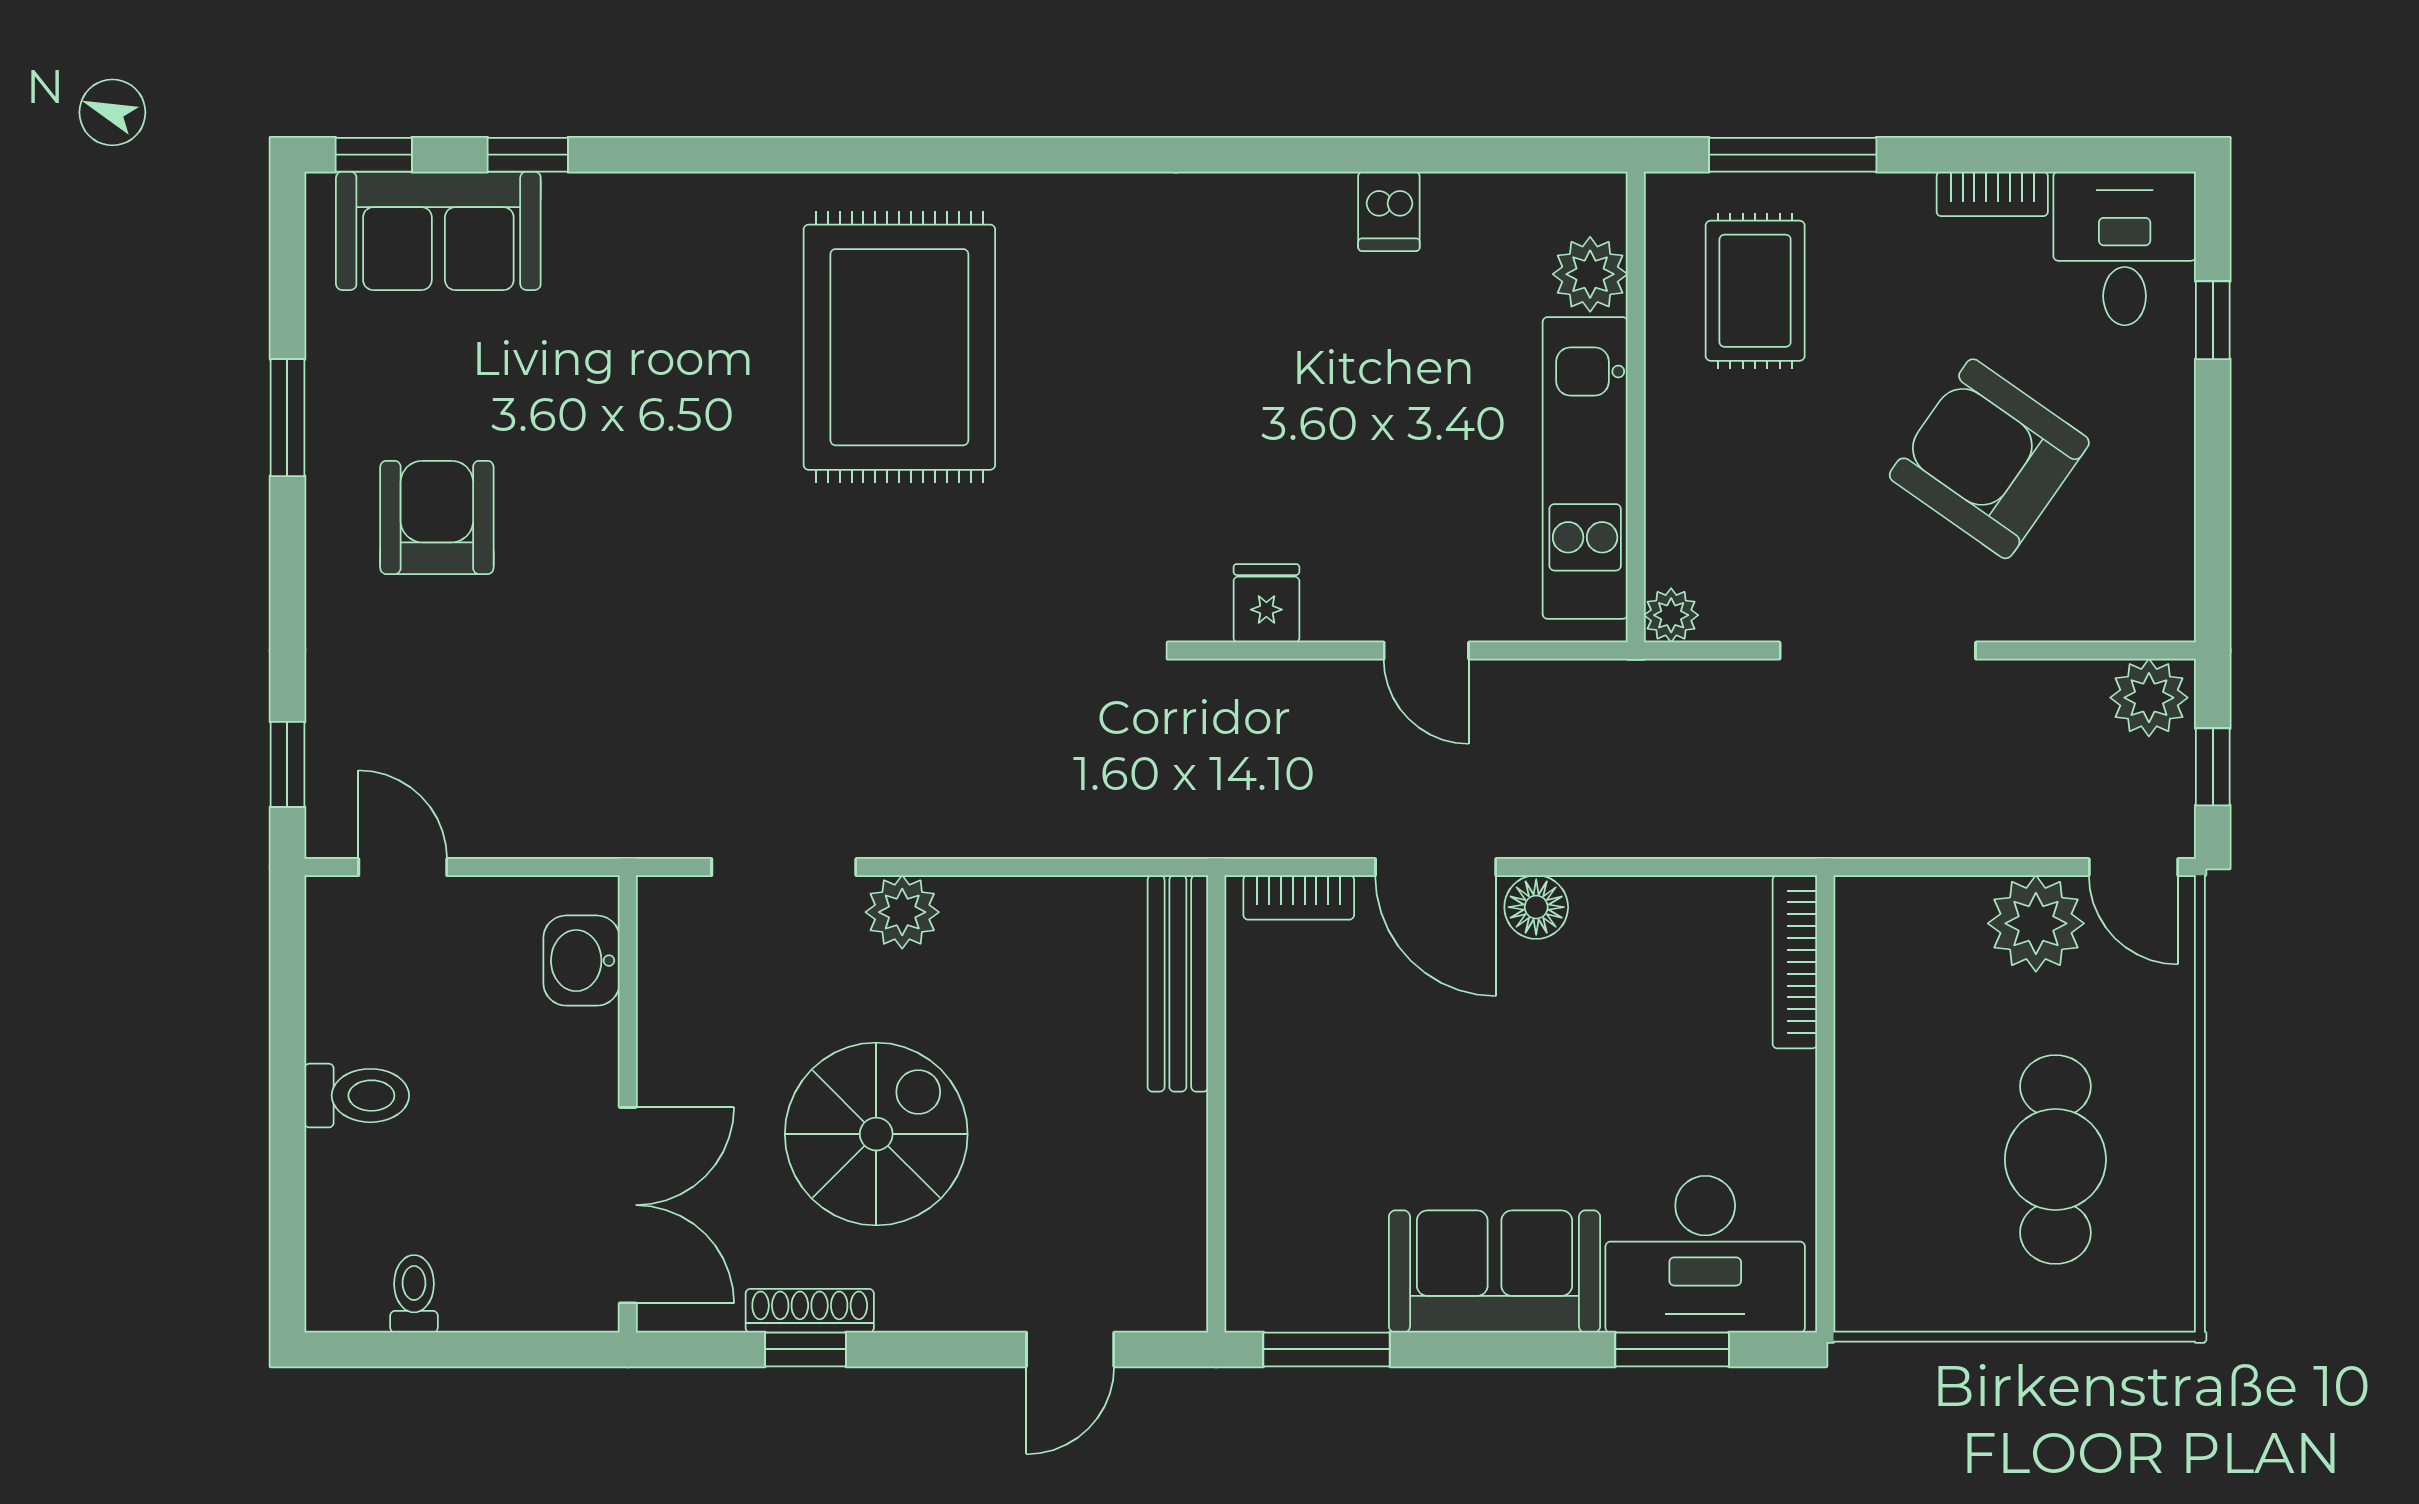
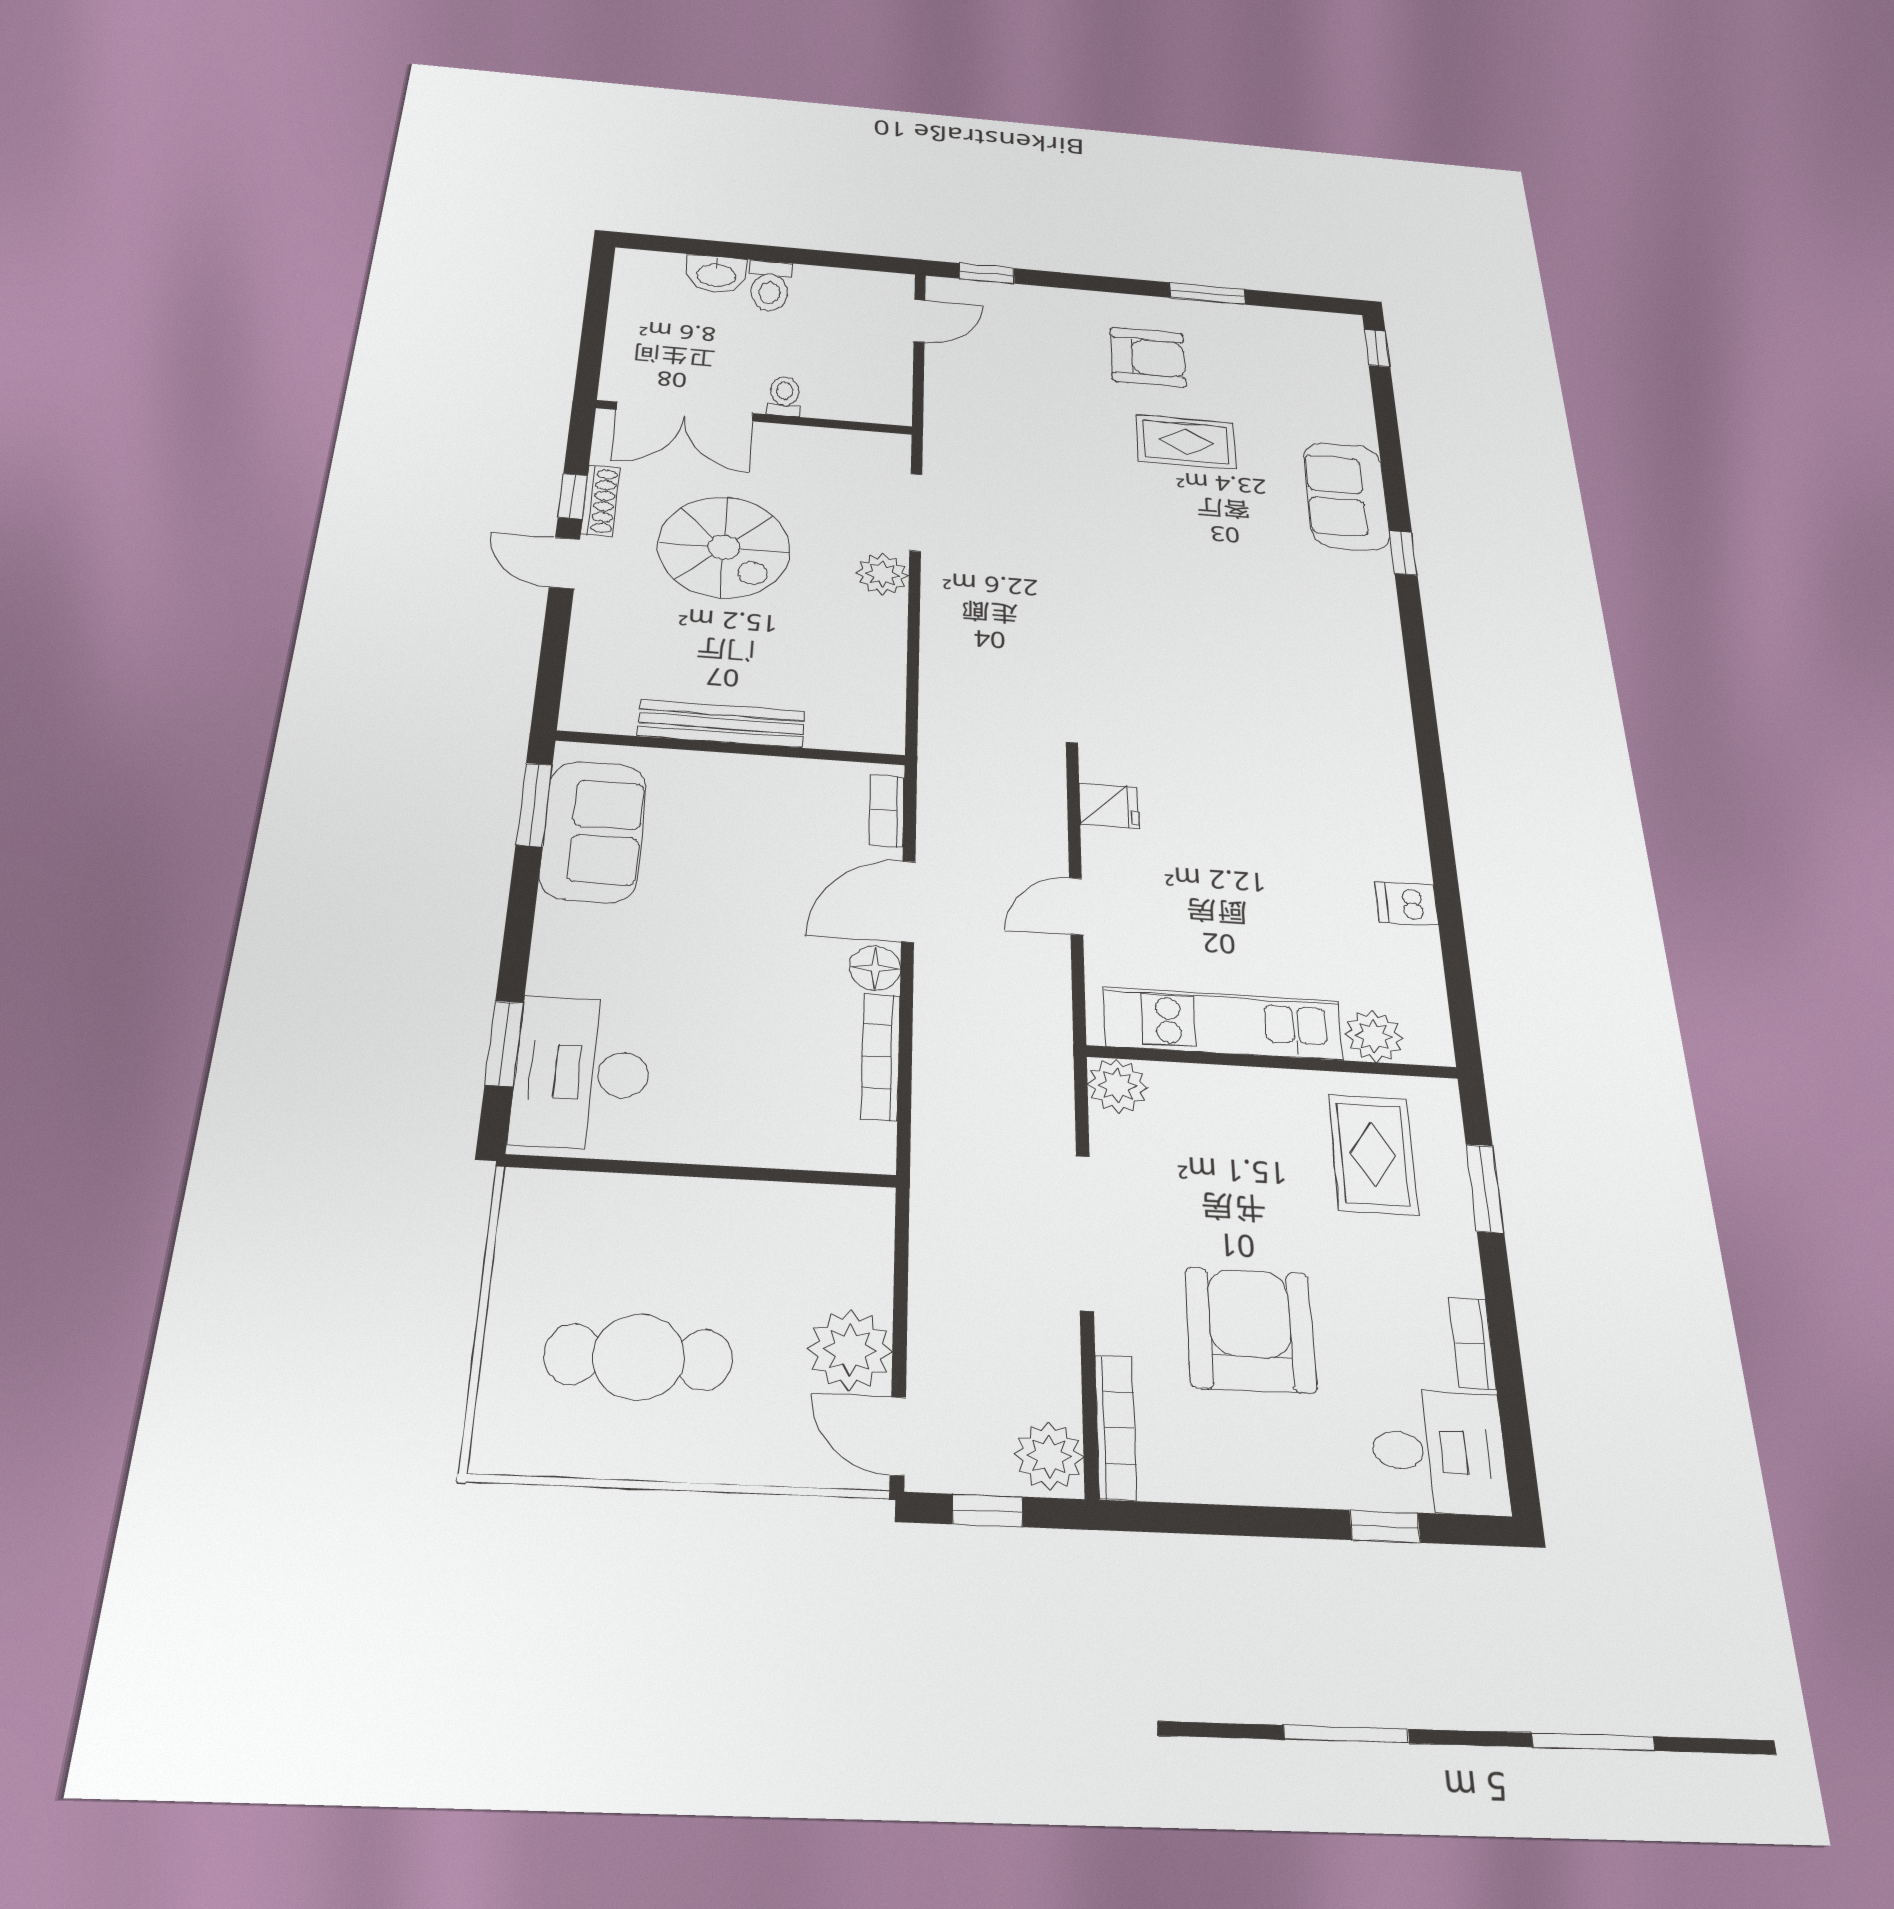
window: (528, 155) -> (1403, 553), moved
window: (1793, 155) -> (1485, 1188), width x0.69
sofa: (438, 231) -> (1346, 496), moved
rug: (1755, 291) -> (1373, 1154), turned 90
rug: (899, 347) -> (1186, 442), moved, width x0.54, depth x0.49
armchair: (1989, 459) -> (1250, 1330), turned -35
plant: (1671, 615) -> (1118, 1086), width x1.38, depth x1.38
bookcase: (2113, 621) -> (1116, 1427), added
door: (2133, 867) -> (898, 1436), hinge flipped
washbasin: (581, 961) -> (716, 274), moved, turned 180
bookcase: (1795, 962) -> (880, 1056), moved, turned -90
bench: (1178, 983) -> (722, 723), moved
sofa: (1495, 1271) -> (593, 831), moved
toilet: (414, 1294) -> (784, 396), moved, turned -90
door: (1070, 1349) -> (564, 563), moved

